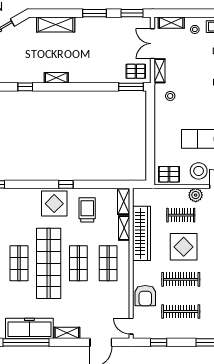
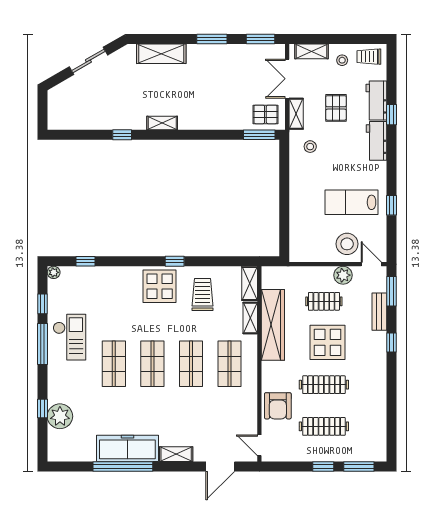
pallet: (169, 174) -> (336, 108), moved, turned 90
shop shelf: (49, 263) -> (152, 364), width x0.50, depth x0.74
window: (159, 342) -> (323, 466), moved

